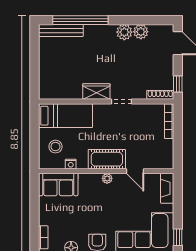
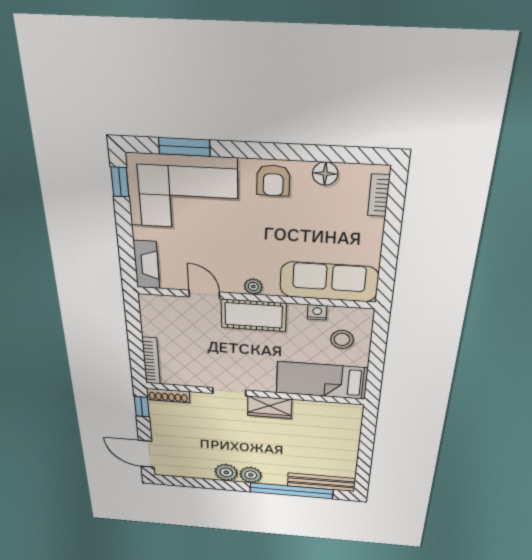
plant: (141, 32) -> (251, 475), moved
sofa: (58, 185) -> (329, 282), width x1.36

